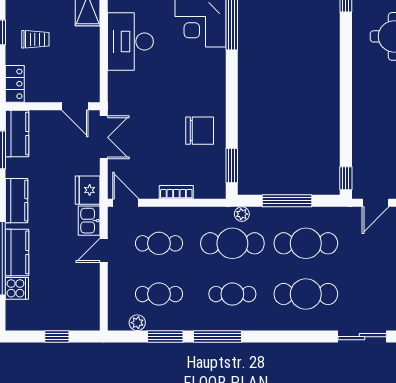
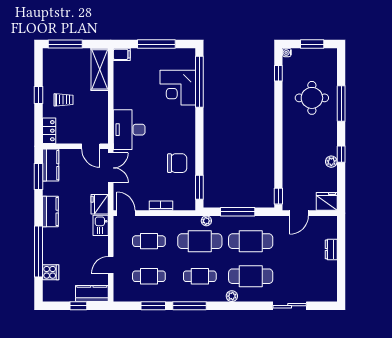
desk: (130, 41) -> (129, 130), moved
door: (104, 250) -> (111, 265), moved
kitchen counter: (17, 252) -> (92, 294), moved, turned -90
plant: (137, 323) -> (232, 296), moved

